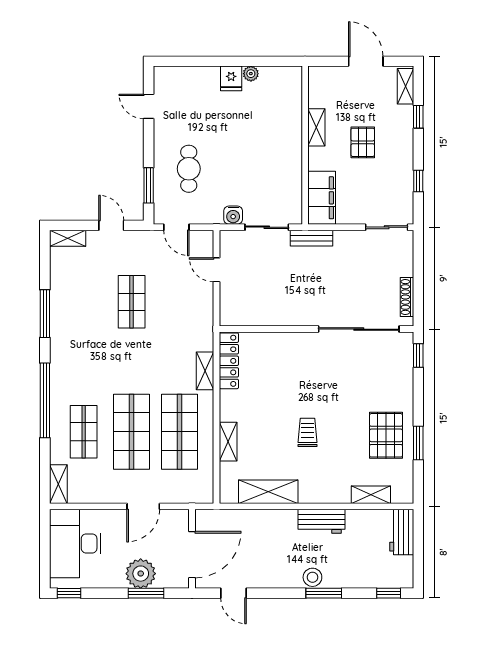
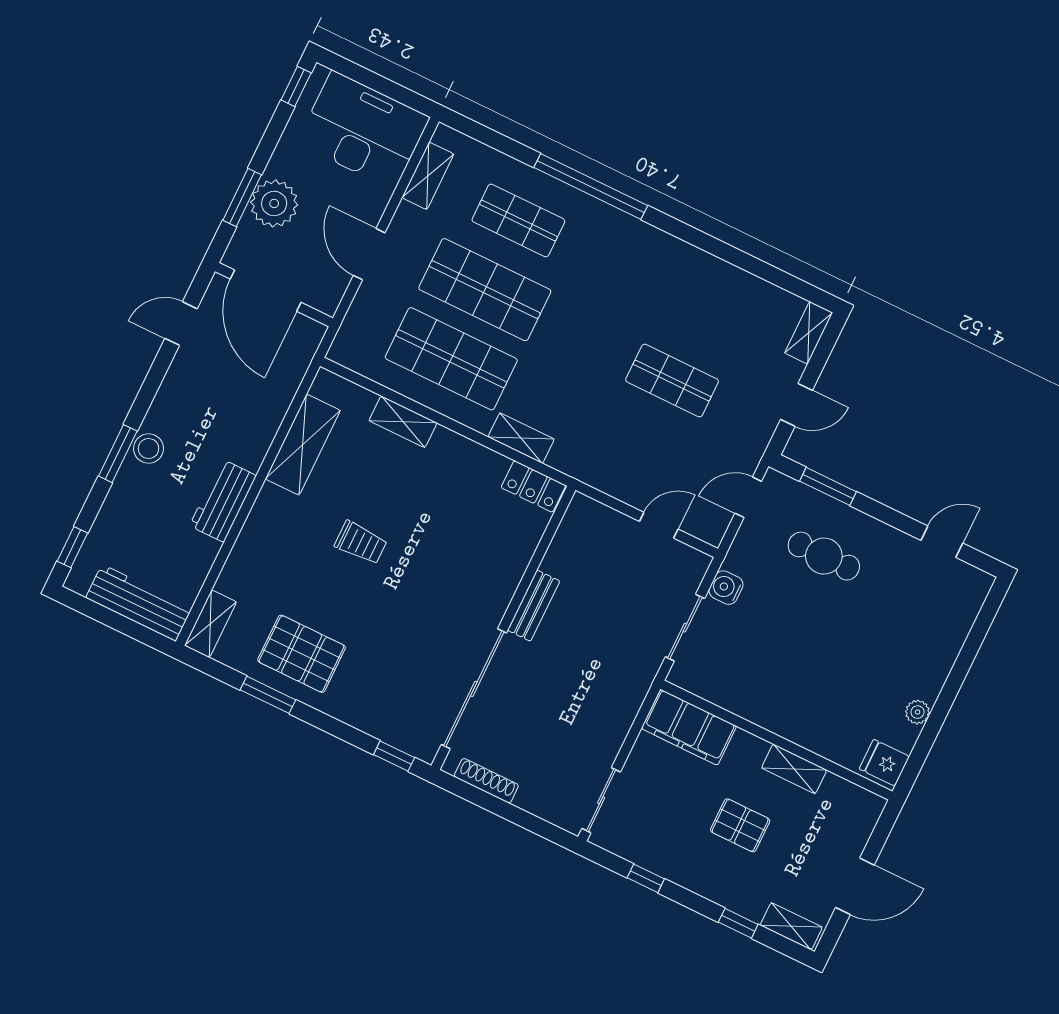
fridge: (231, 78) -> (884, 763), moved
bench: (312, 238) -> (534, 606), moved
window: (45, 314) -> (716, 247), removed
locker: (229, 361) -> (533, 486), width x0.66
shelving: (58, 484) -> (428, 176), moved, turned 90
shelving: (371, 495) -> (210, 624), moved
workbench: (402, 532) -> (139, 603), width x1.38

